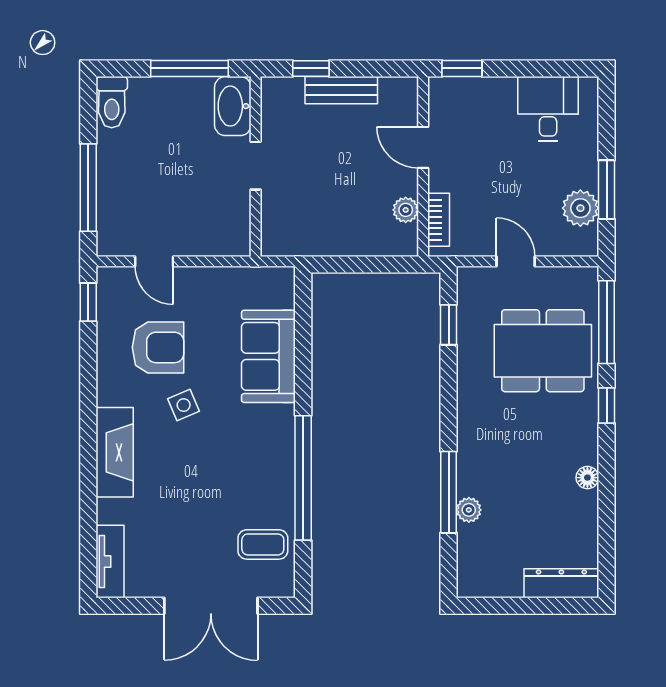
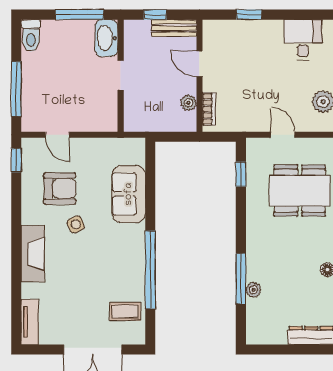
door: (423, 147) -> (199, 64), moved
wall: (423, 166) -> (199, 76), moved
plant: (406, 210) -> (189, 103), moved
bookcase: (439, 220) -> (209, 109), moved

